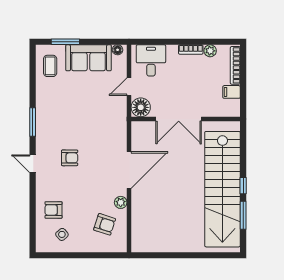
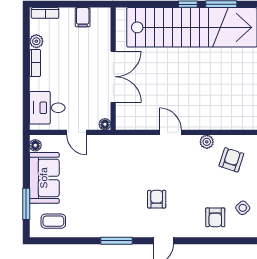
bookcase: (235, 65) -> (45, 13), width x0.64
floor lamp: (141, 107) -> (105, 124), width x0.53, depth x0.53
door: (129, 170) -> (170, 132), width x0.53

